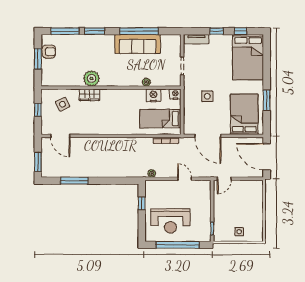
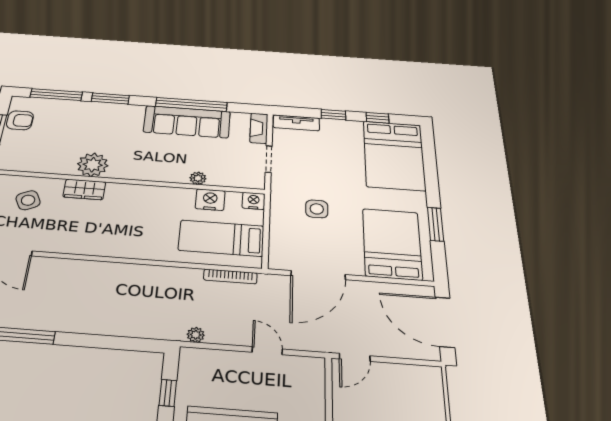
fireplace: (176, 45) -> (259, 128), added
door: (208, 136) -> (318, 275), hinge flipped

